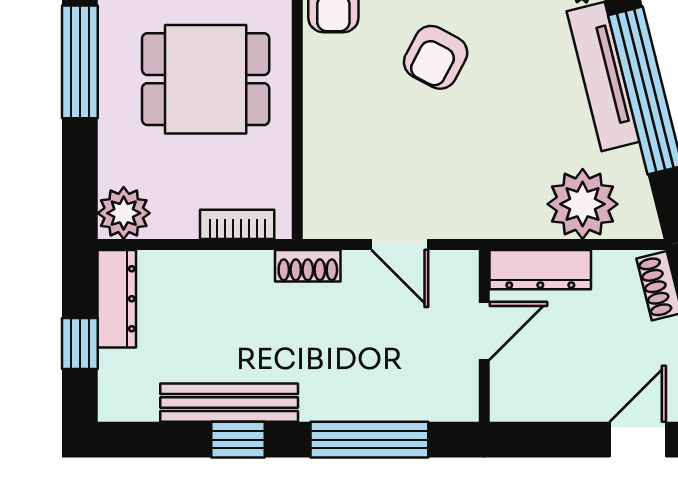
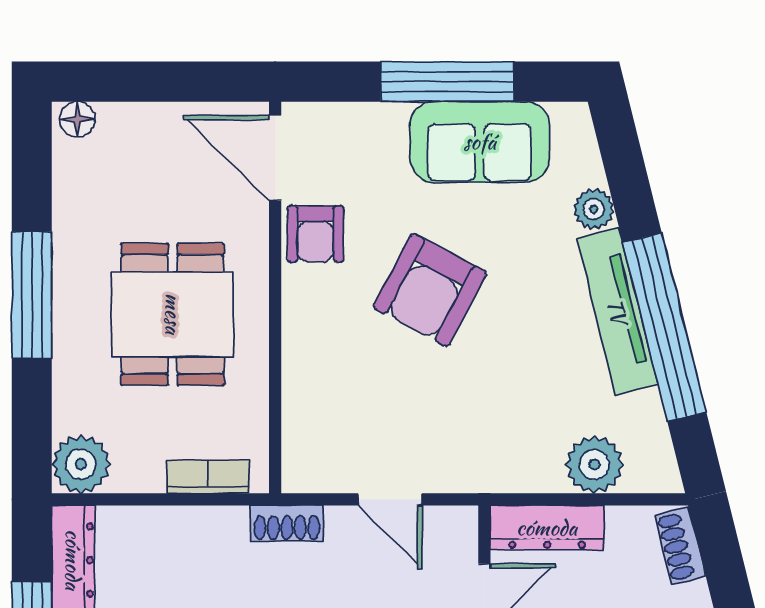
armchair: (436, 57) -> (430, 290), width x1.38, depth x1.38
dining table: (206, 79) -> (173, 314), turned 90
plant: (583, 204) -> (594, 465), width x0.73, depth x0.73

